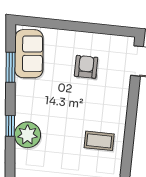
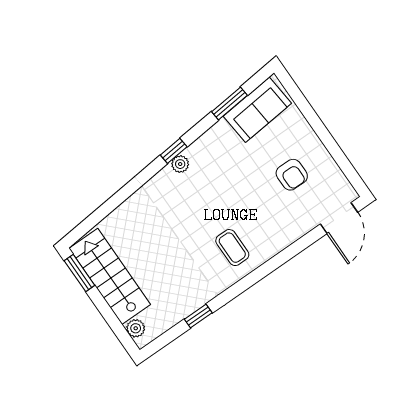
armchair: (86, 67) -> (292, 175), turned 90
plant: (27, 135) -> (180, 164), width x0.53, depth x0.53

